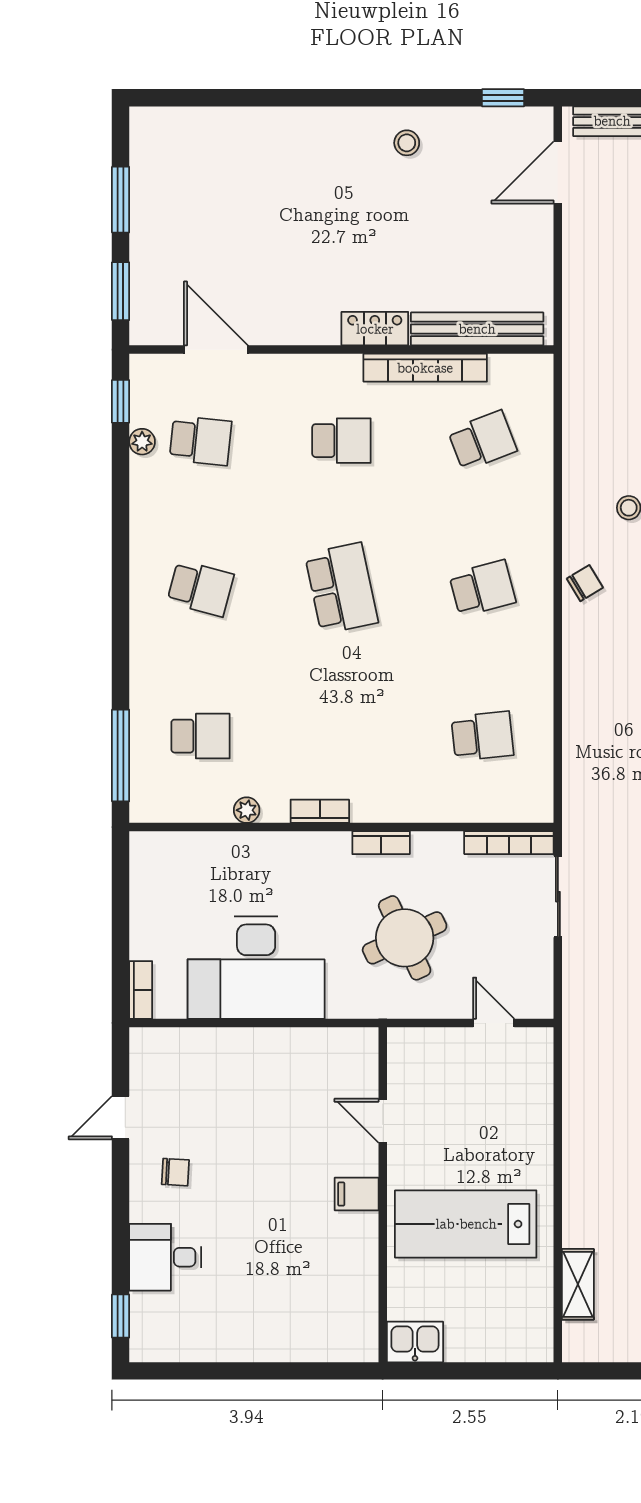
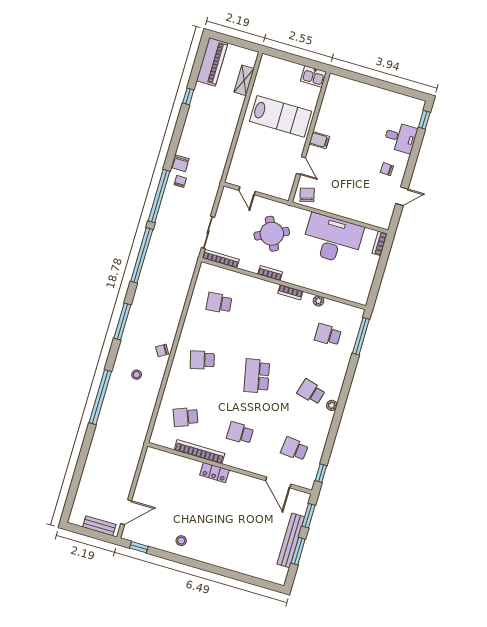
bench: (477, 329) -> (291, 540), moved, turned 90
plant: (142, 442) -> (332, 405), moved
chair: (348, 1055) -> (307, 195), added

